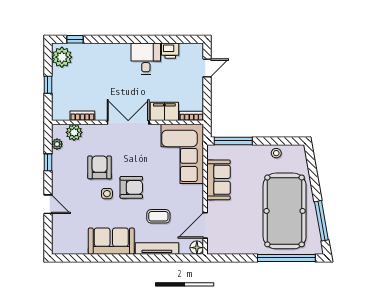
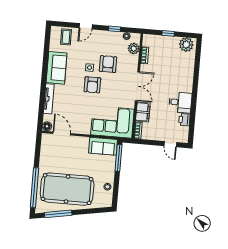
window: (75, 39) -> (198, 55), removed
armchair: (100, 167) -> (108, 64), turned -90
sofa: (218, 180) -> (103, 146), moved
coffee table: (158, 216) -> (66, 37), moved

